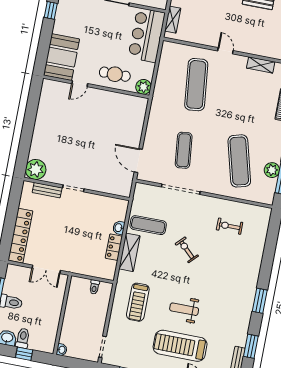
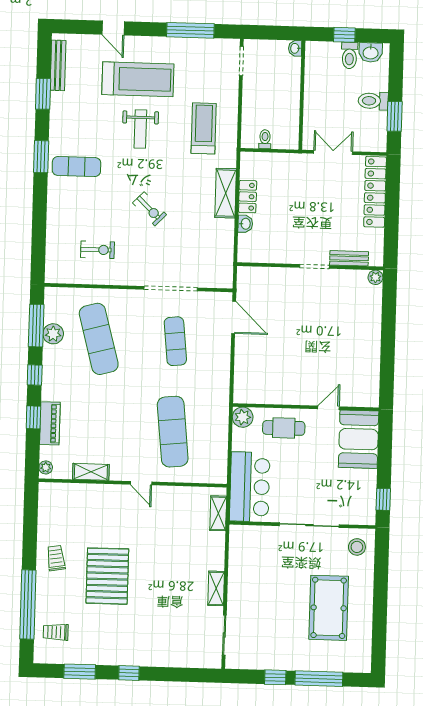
plant: (36, 169) -> (375, 277), width x0.53, depth x0.53
exercise mat: (148, 225) -> (76, 166), moved
weight bench: (184, 309) -> (140, 129), turned 90

